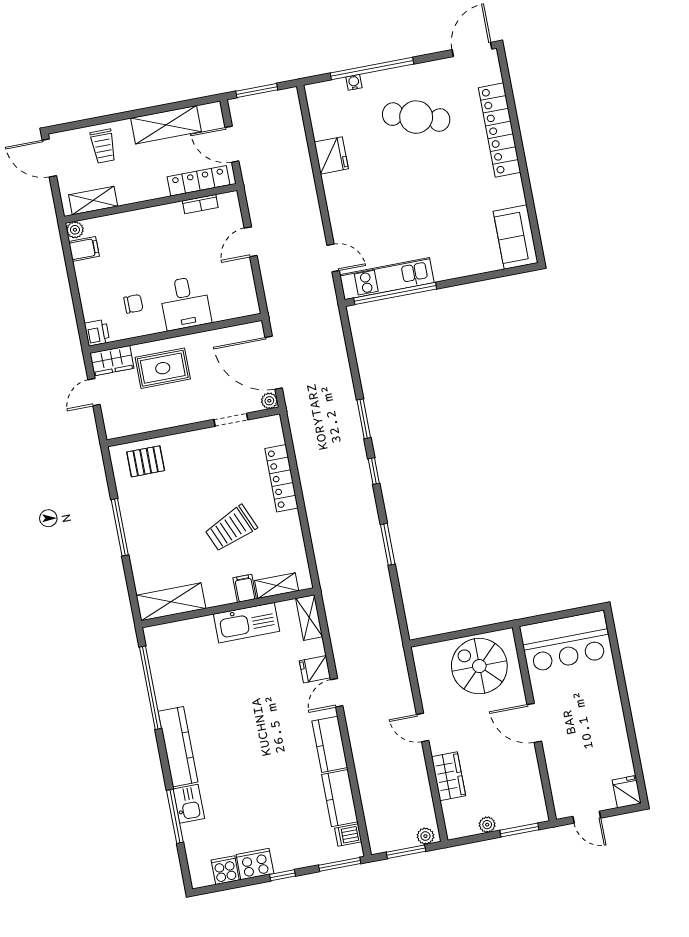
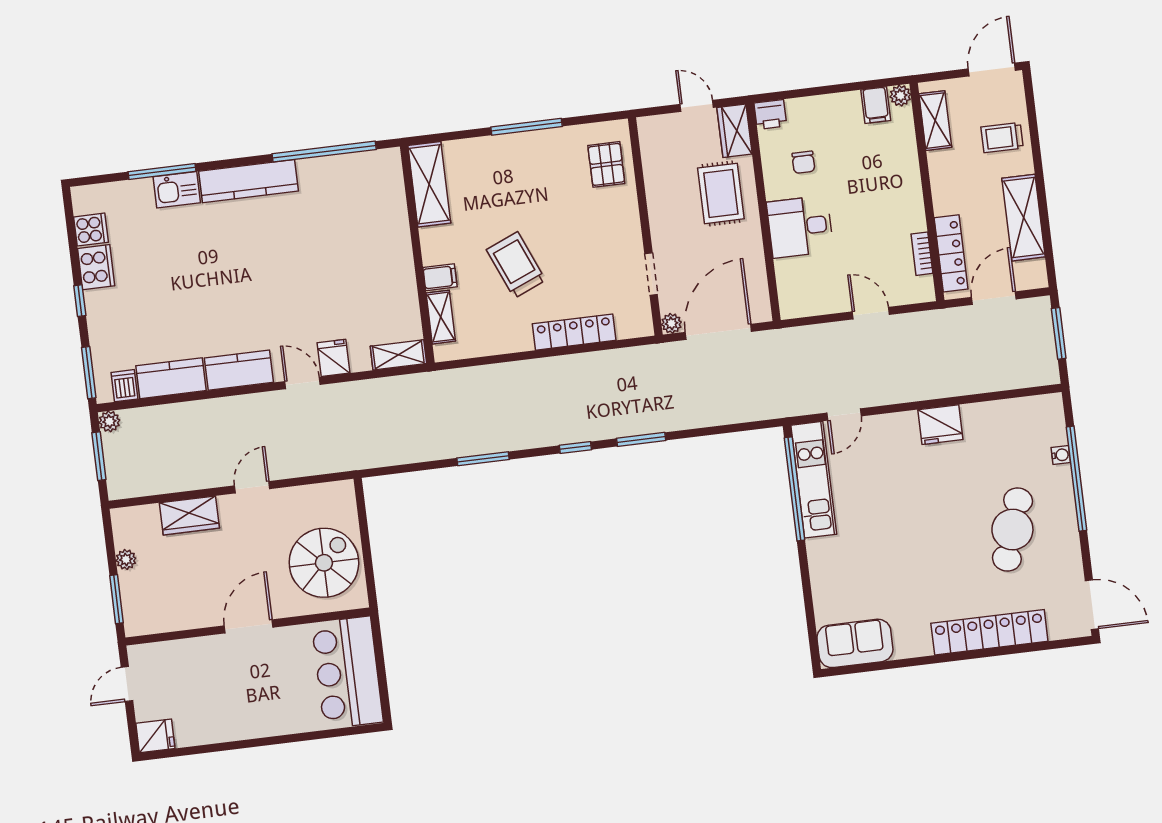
fridge: (331, 155) -> (940, 425), moved
kitchen sink: (246, 623) -> (397, 277), removed
plant: (425, 836) -> (109, 421), moved

